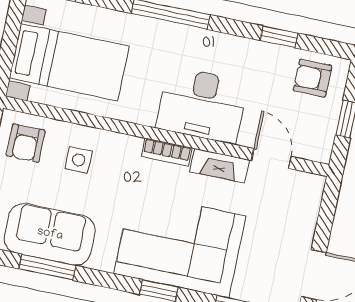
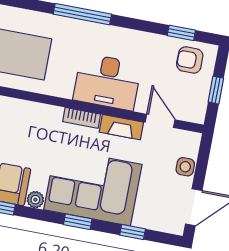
window: (279, 37) -> (181, 33), moved
side table: (79, 160) -> (185, 167), moved
plant: (103, 260) -> (35, 200), added

